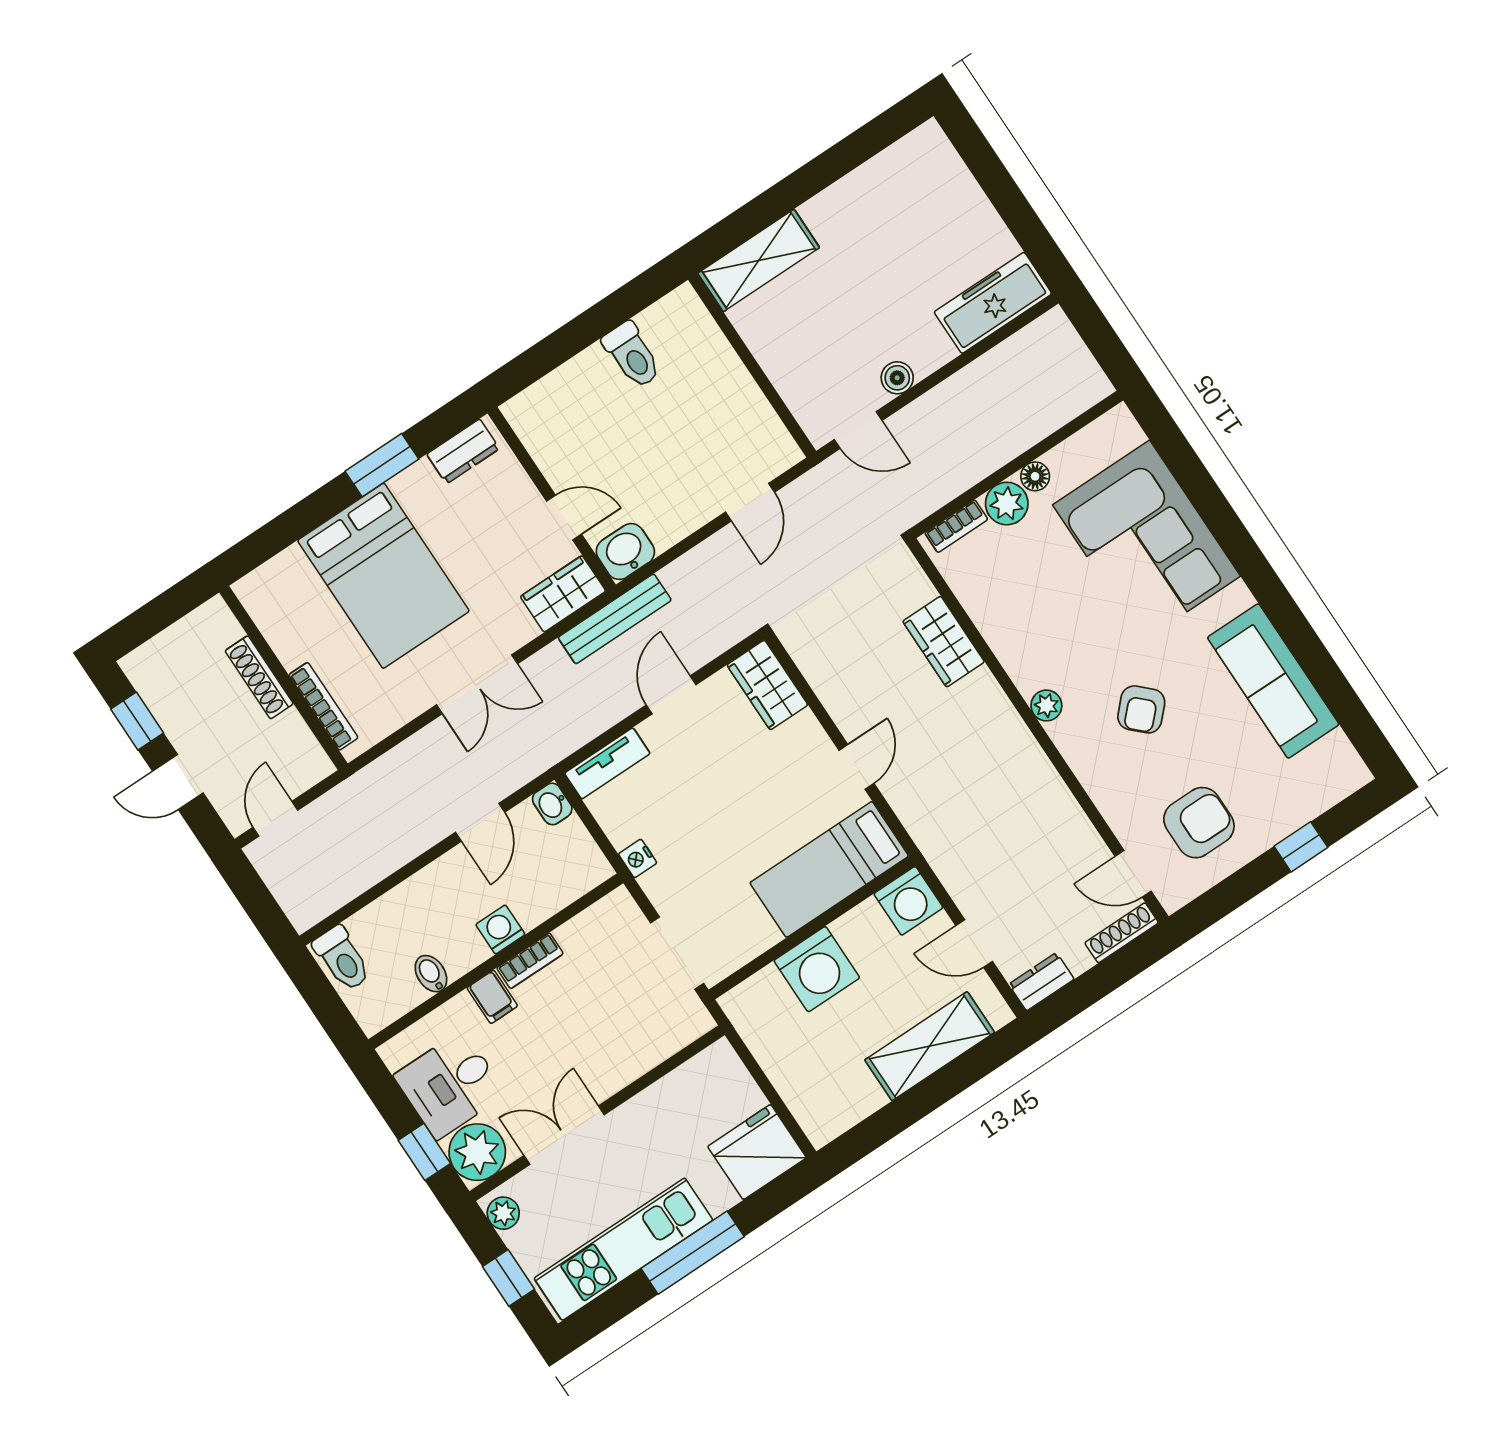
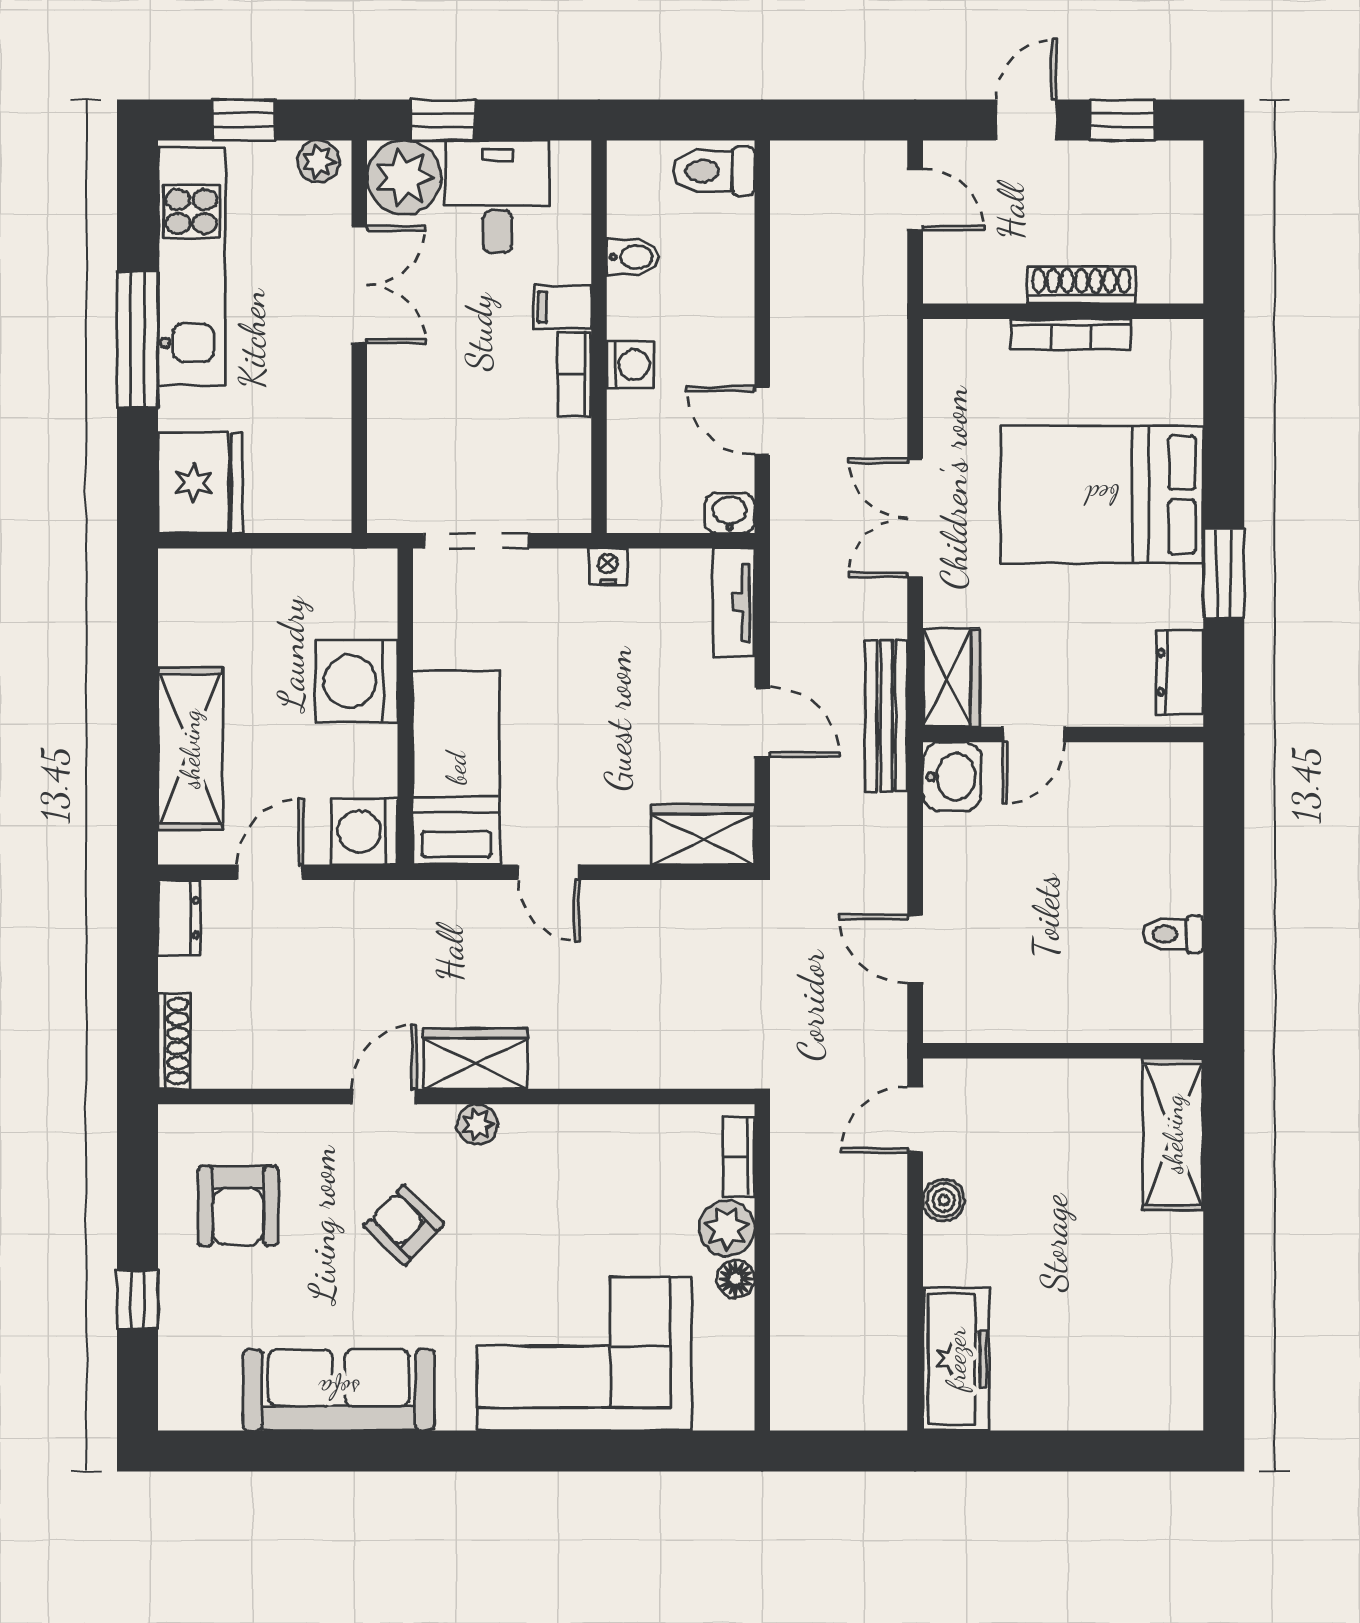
toilet: (632, 355) -> (1173, 934), width x0.73, depth x0.72
wardrobe: (944, 642) -> (475, 1059), moved
bookcase: (323, 706) -> (1071, 334), moved
door: (1133, 874) -> (384, 1097), moved

